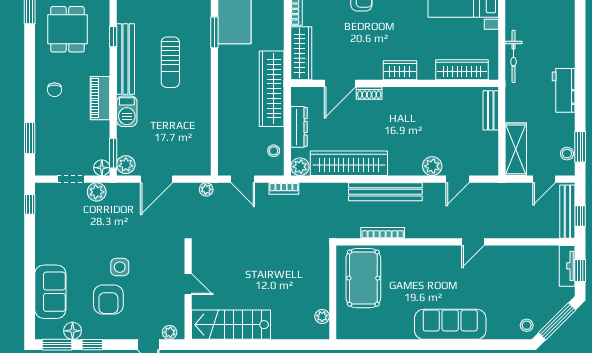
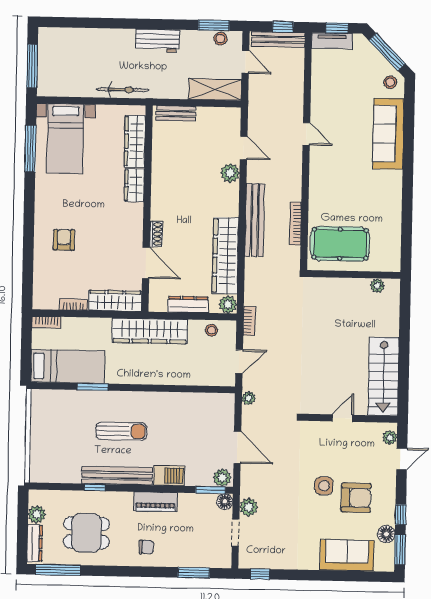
wardrobe: (400, 70) -> (134, 185), moved
sofa: (450, 324) -> (388, 134), moved

